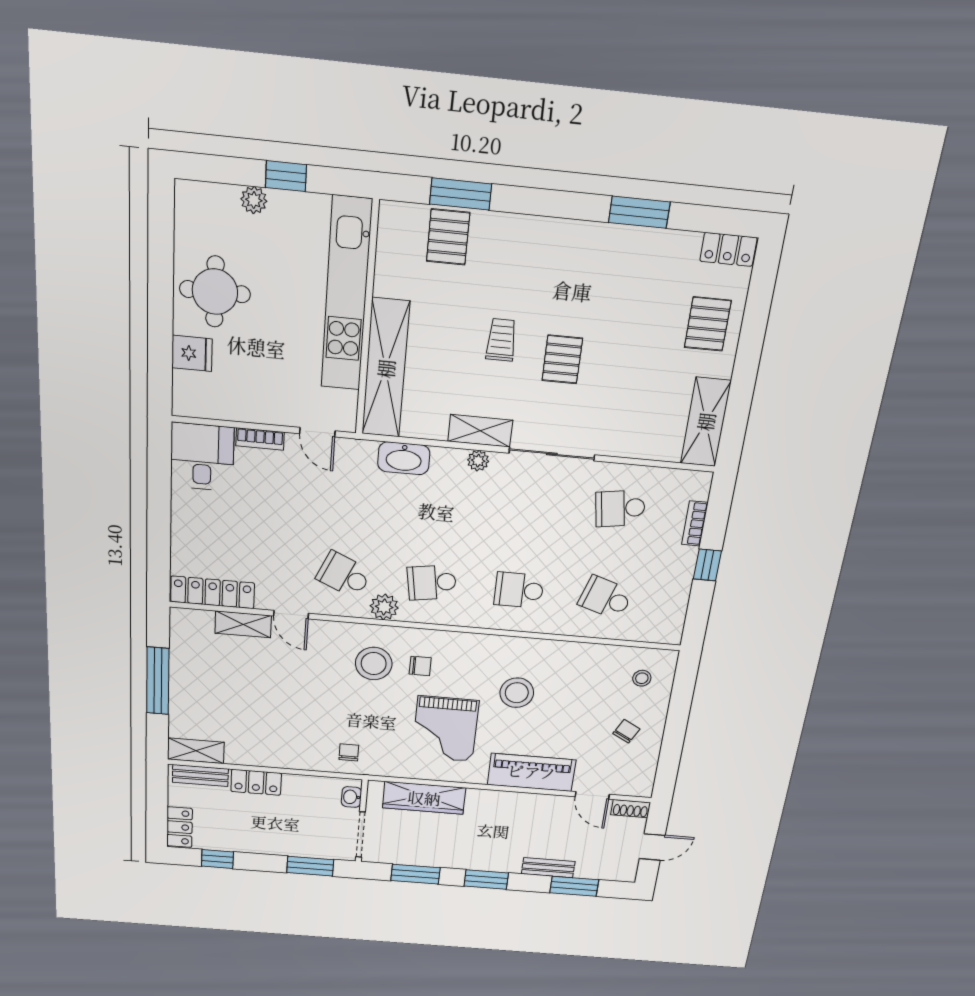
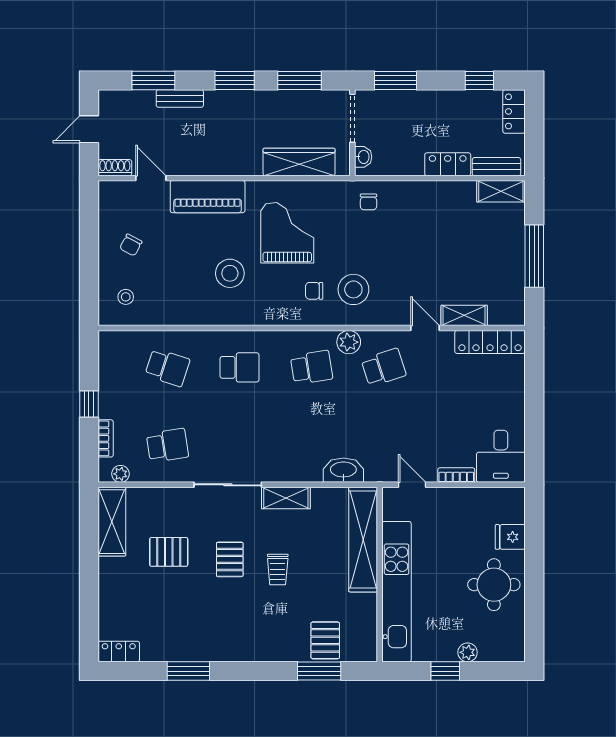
pallet: (708, 324) -> (169, 552), moved, turned 90
plant: (478, 461) -> (120, 474), moved
school desk: (344, 575) -> (384, 367), turned -42

